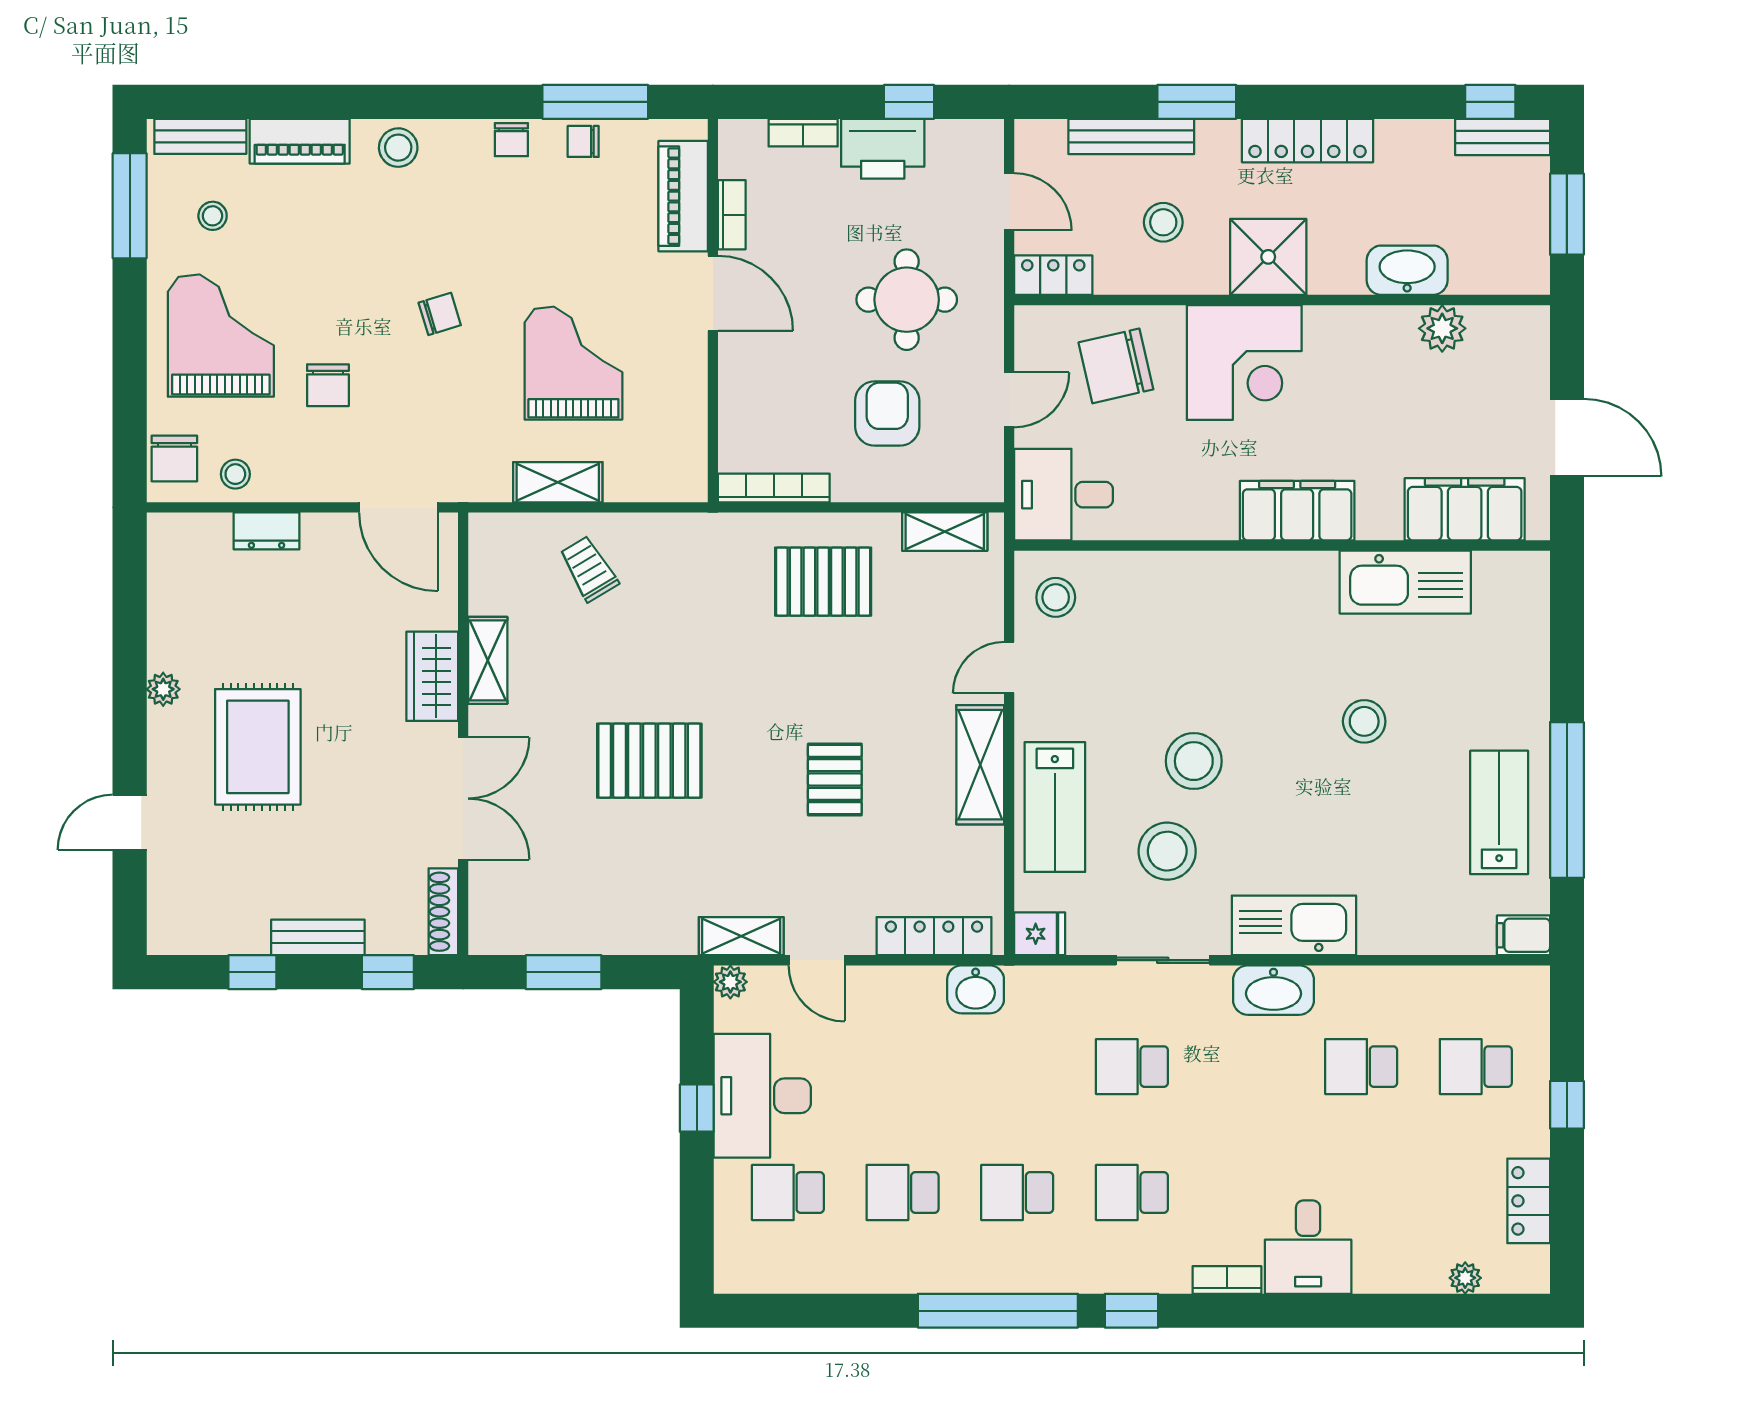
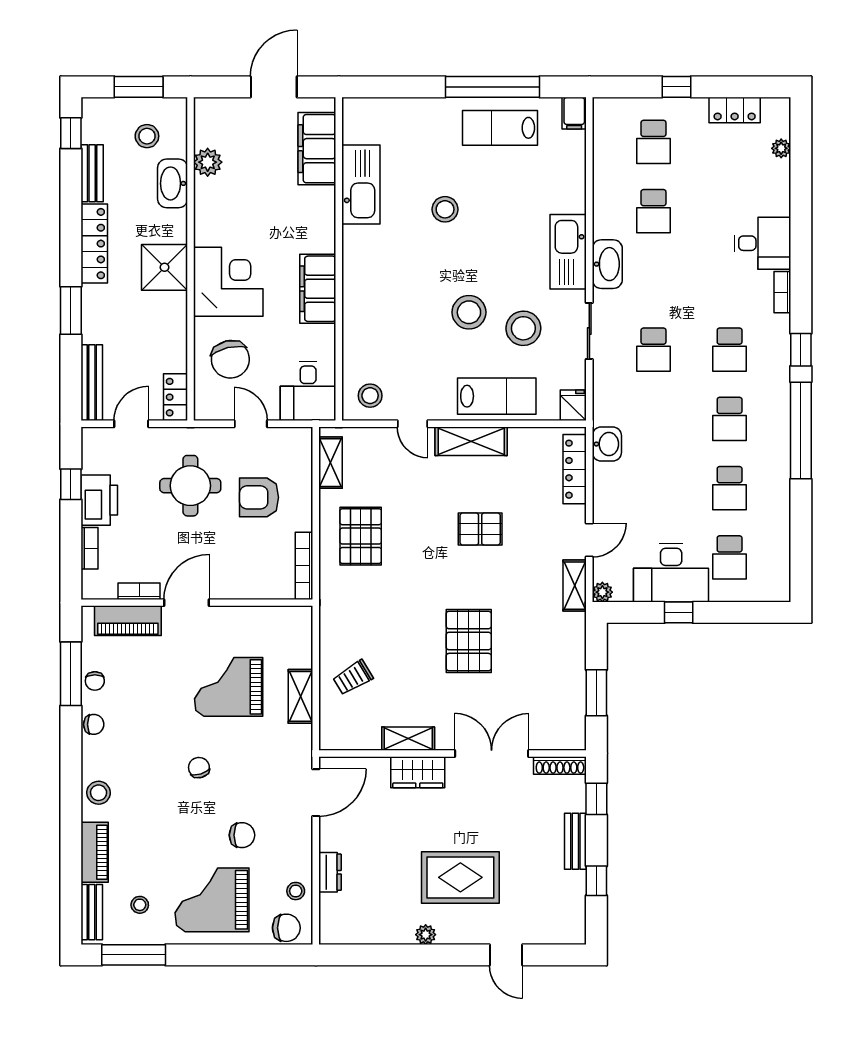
bench: (1131, 136) -> (92, 383), moved
bench: (1503, 137) -> (92, 173), moved
stool: (1163, 222) -> (147, 136), moved
filing cabinet: (1297, 511) -> (318, 289), moved

